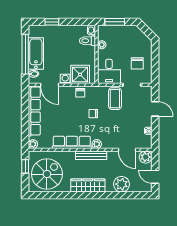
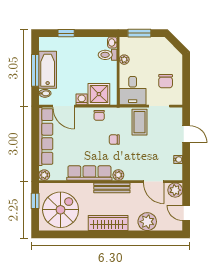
window: (25, 54) -> (35, 70), width x0.68

